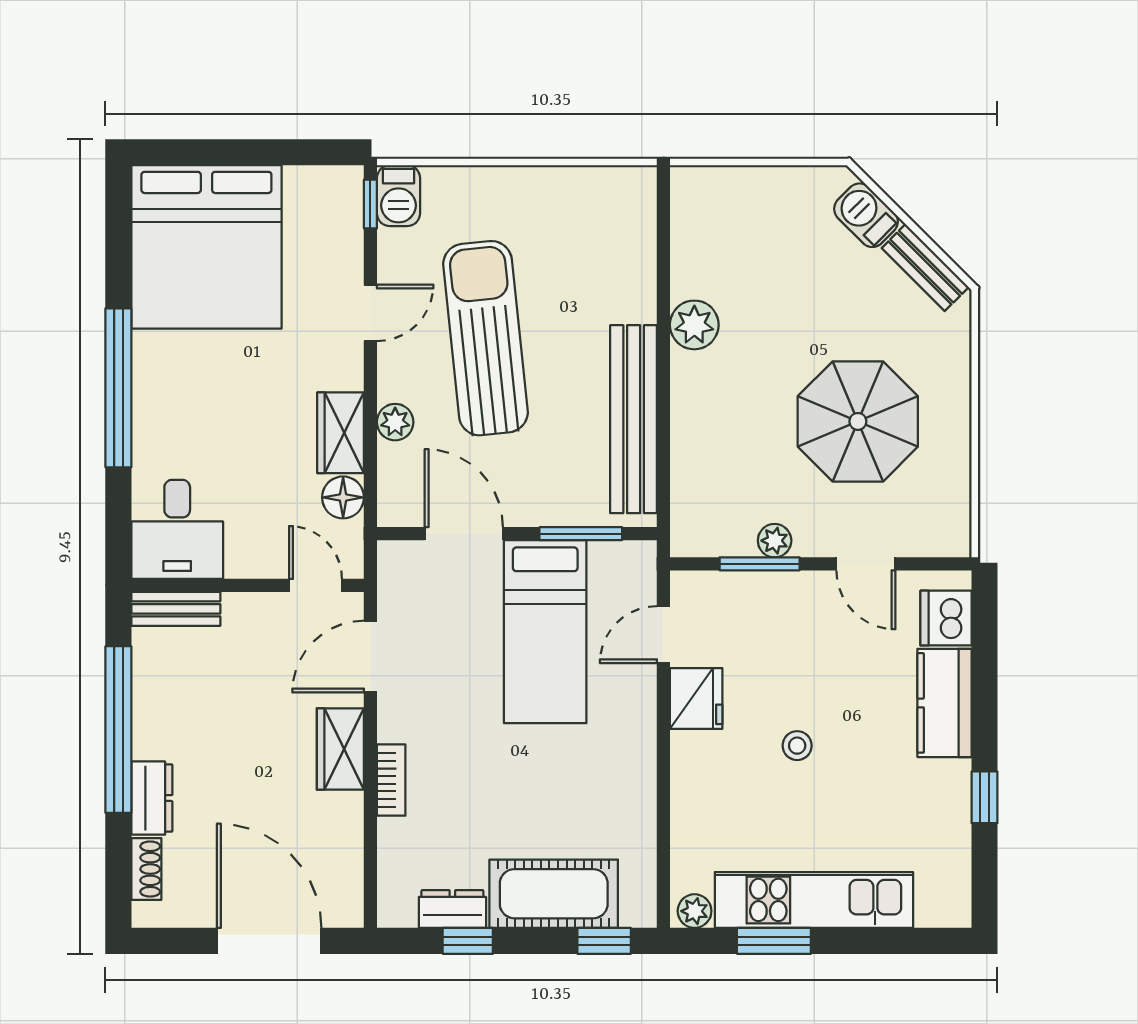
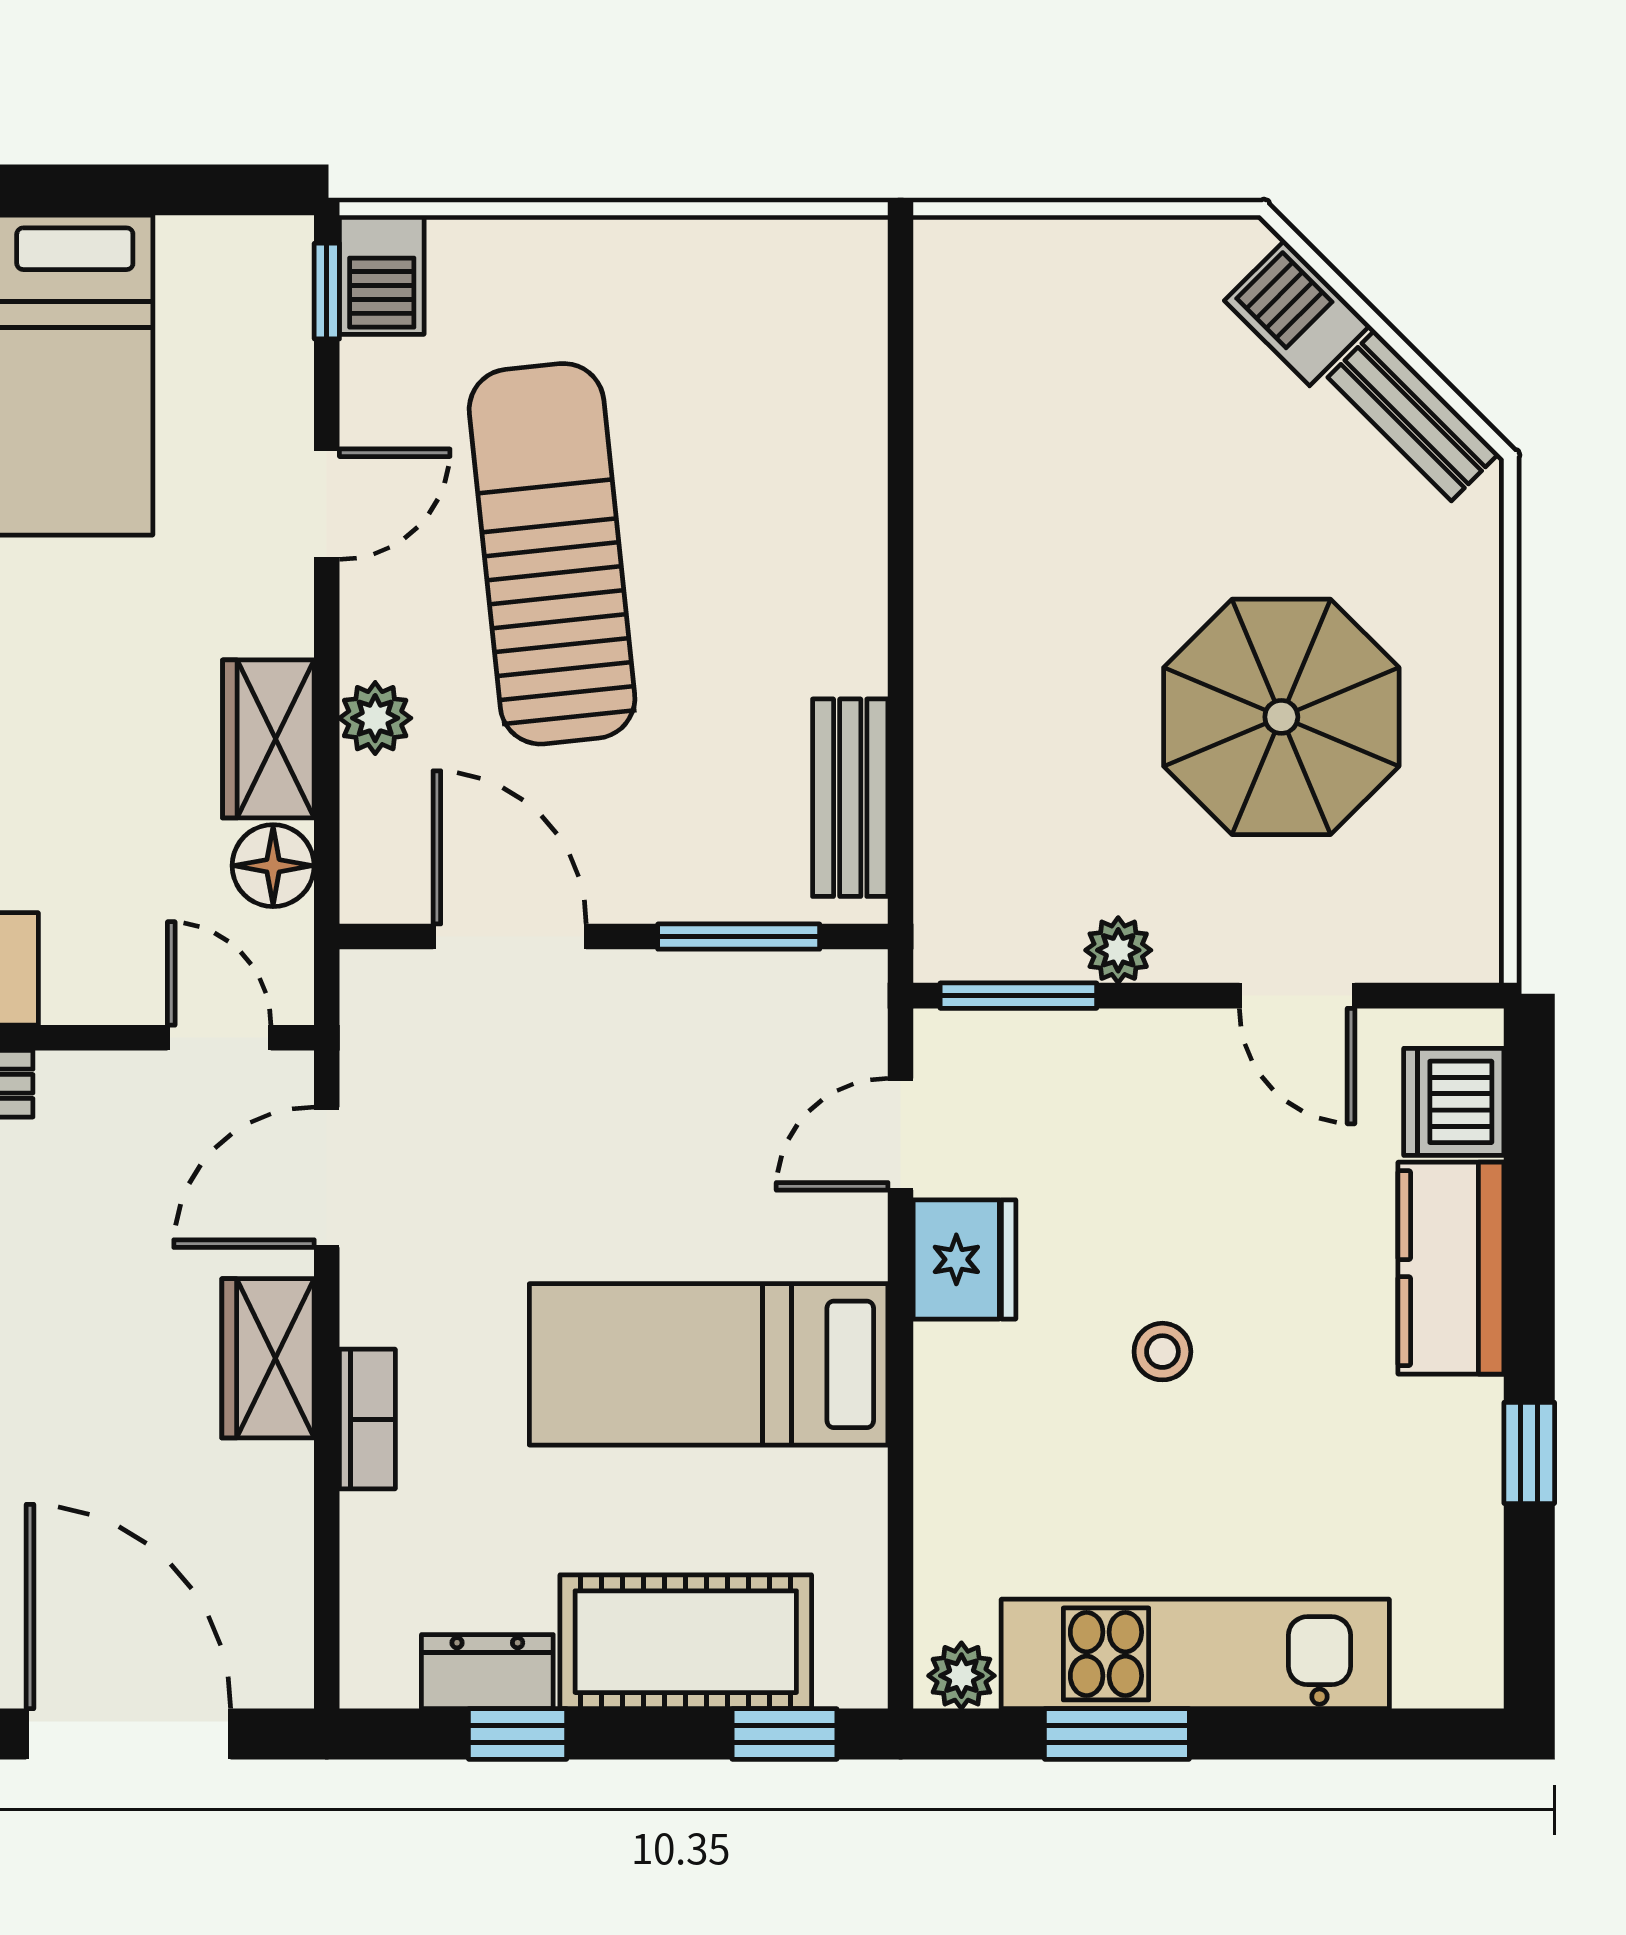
plant: (694, 325) -> (961, 528), removed
bench: (634, 419) -> (850, 798), width x0.54, depth x0.82
window: (760, 564) -> (1018, 996), moved
bed: (545, 632) -> (709, 1364), moved, turned 90

